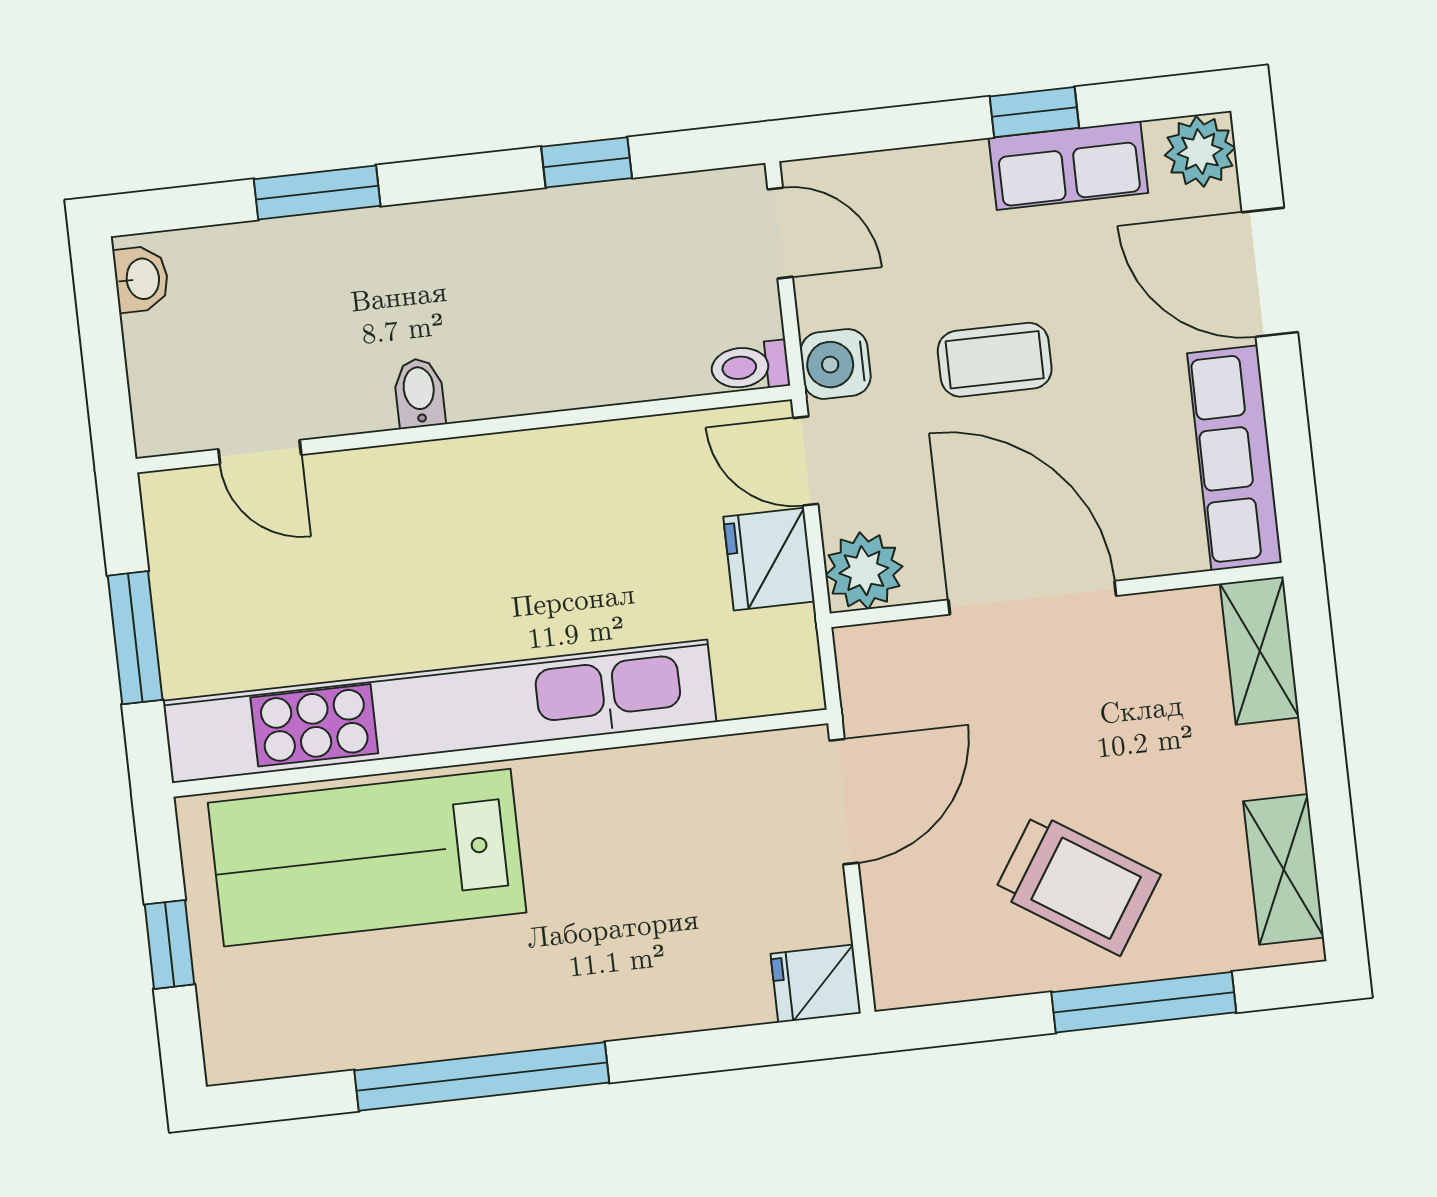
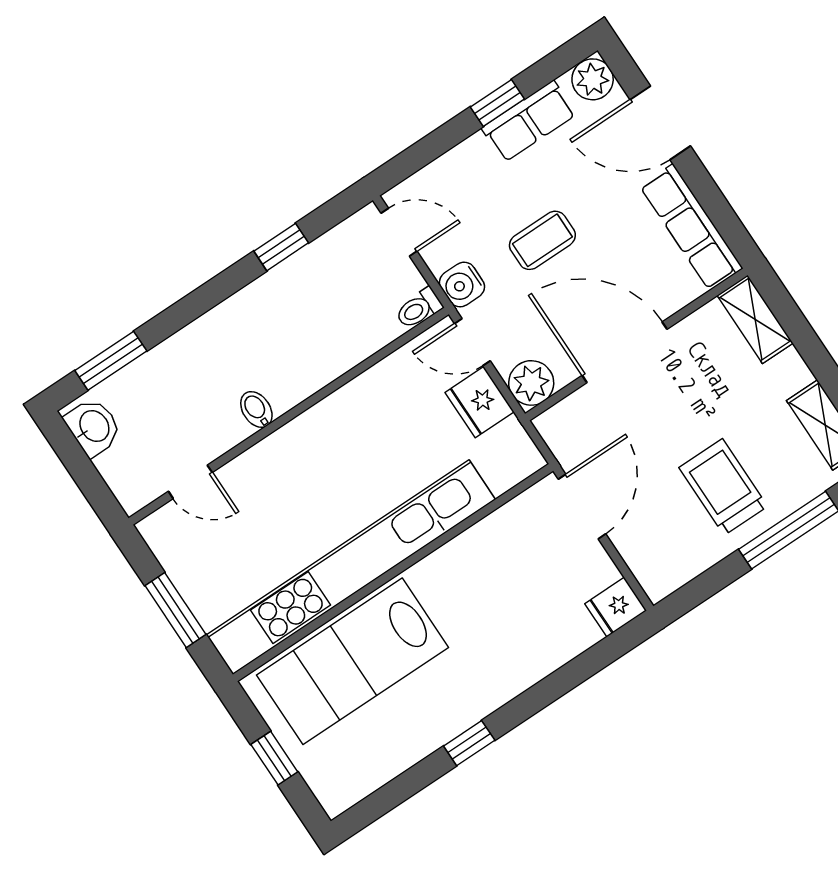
window: (317, 193) -> (111, 361), moved
washbasin: (141, 279) -> (93, 427), width x1.38, depth x1.45
trolley: (1077, 884) -> (723, 487), turned -123
window: (482, 1076) -> (469, 743), width x0.32

